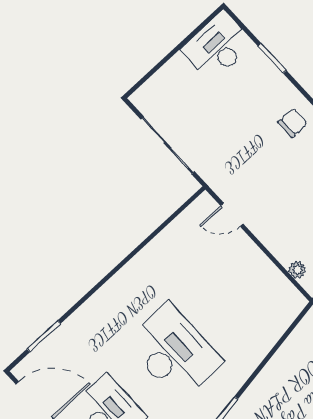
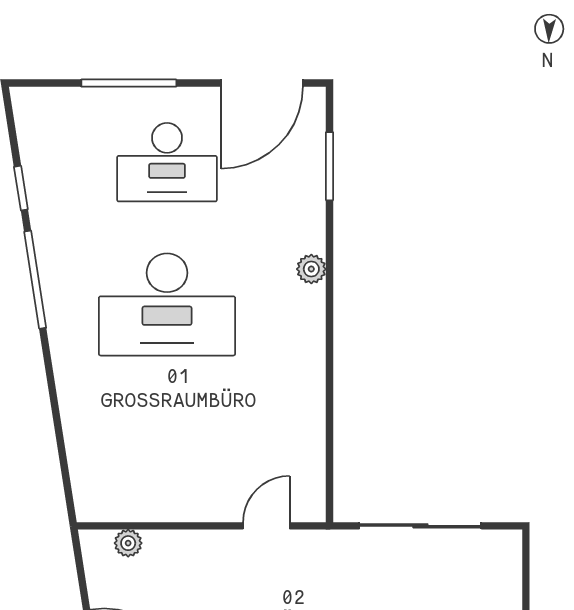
plant: (98, 302) -> (311, 269), added

